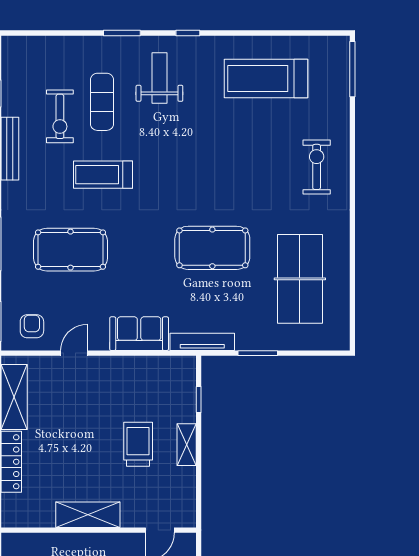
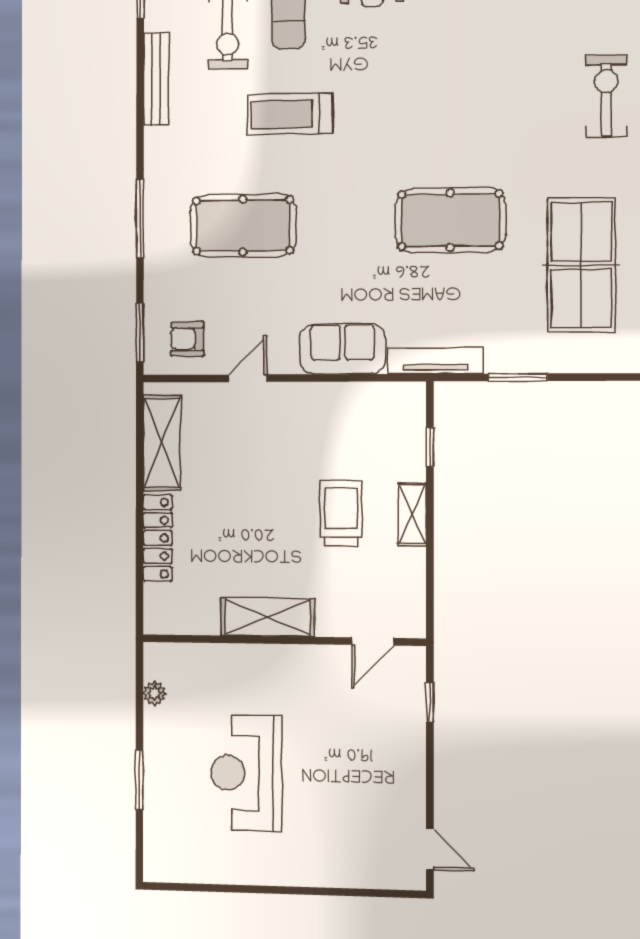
armchair: (32, 326) -> (187, 339), turned -90

